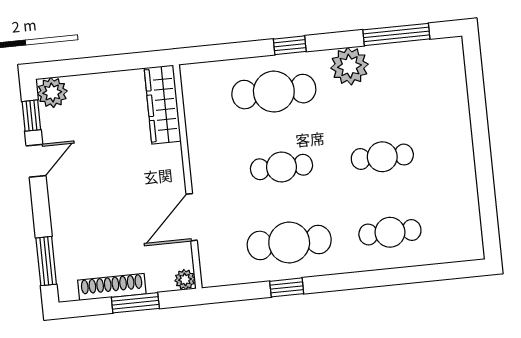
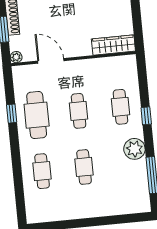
cafe table: (274, 92) -> (120, 107), width x0.73, depth x0.74

